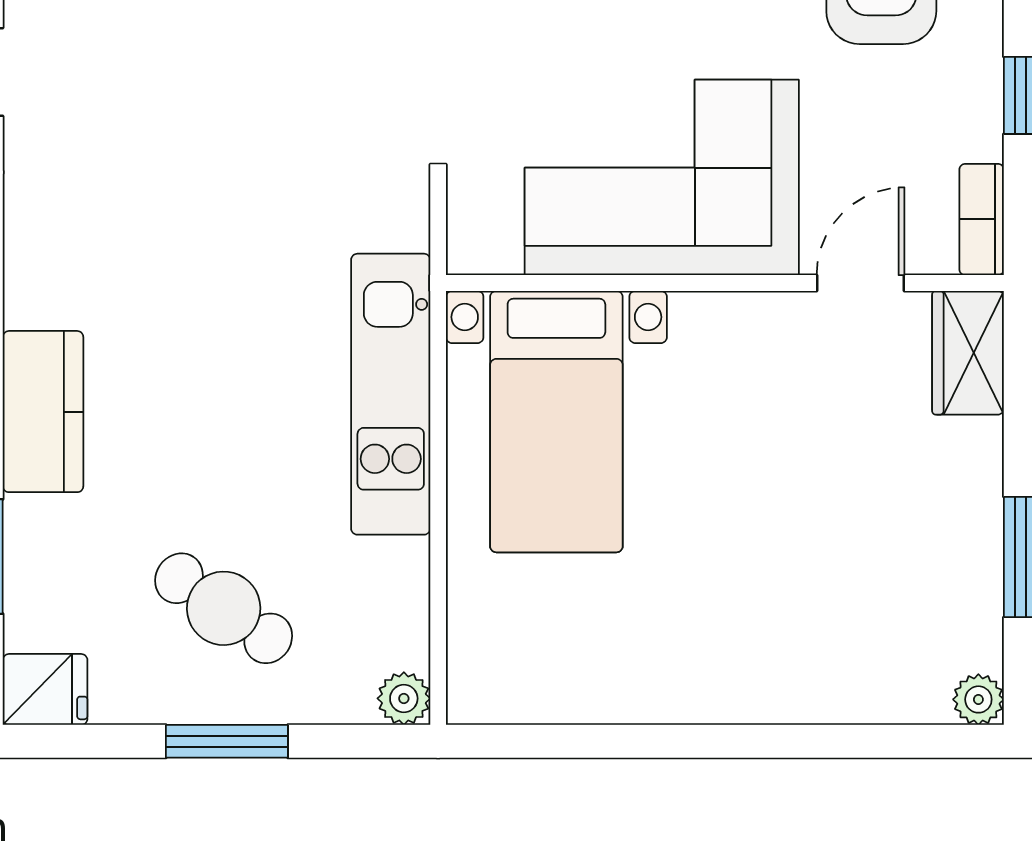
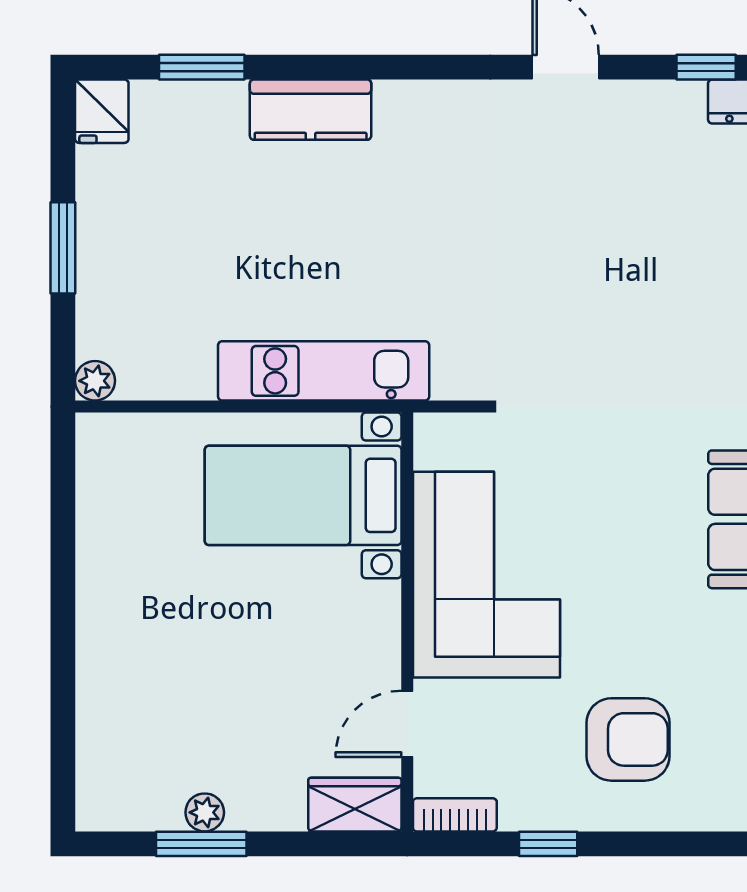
door: (860, 283) -> (407, 724), swing flipped
cafe table: (224, 608) -> (163, 245), removed
plant: (978, 699) -> (205, 812), moved

